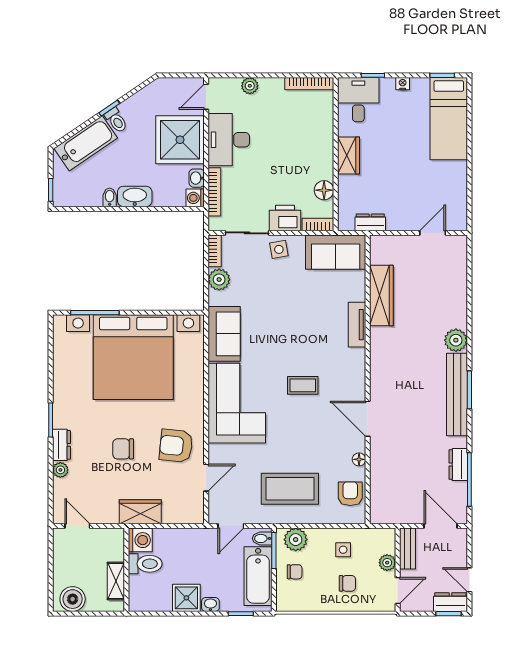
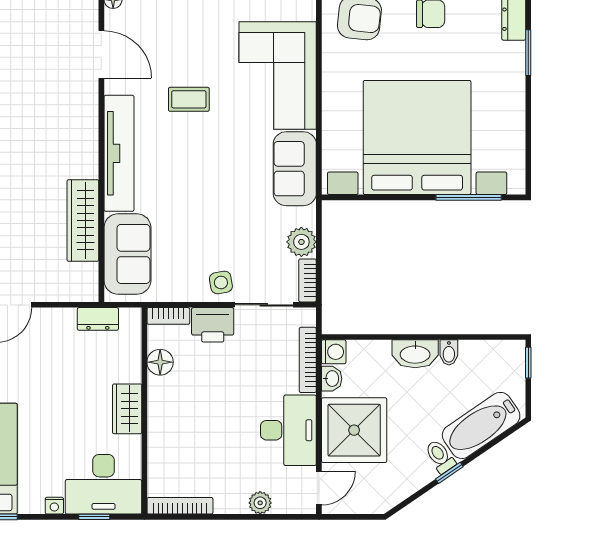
desk: (358, 100) -> (104, 484), width x1.37
sofa: (336, 252) -> (127, 254), moved, turned 90
tv unit: (357, 325) -> (119, 153), width x1.92, depth x1.29

